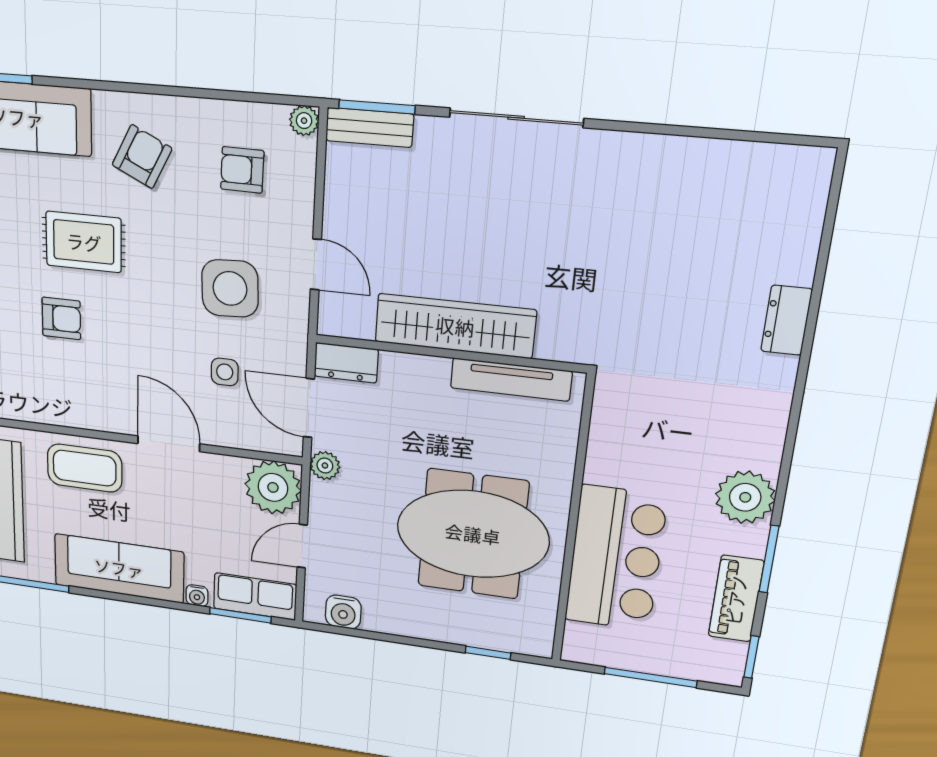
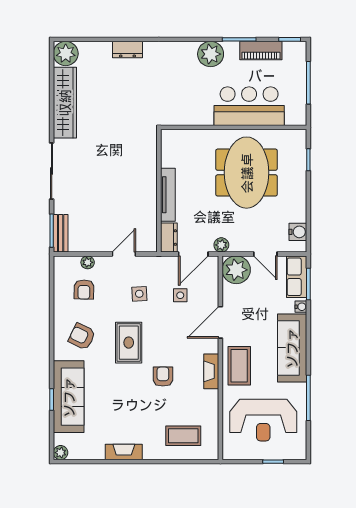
plant: (304, 121) -> (88, 262), moved
plant: (801, 175) -> (66, 54), added
rug: (84, 242) -> (129, 343), moved
side table: (230, 288) -> (139, 294), width x0.54, depth x0.54
wardrobe: (455, 326) -> (65, 103), moved, turned 180
tv unit: (511, 379) -> (168, 195), moved
fireplace: (73, 414) -> (211, 371), added

